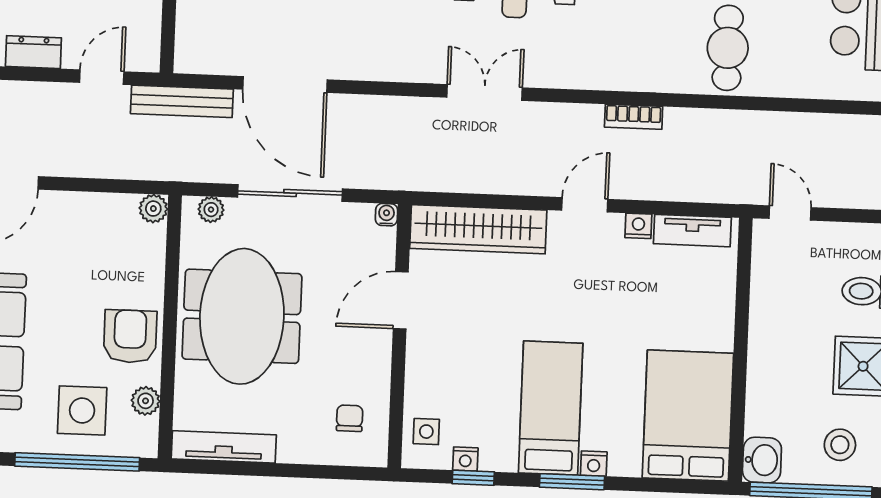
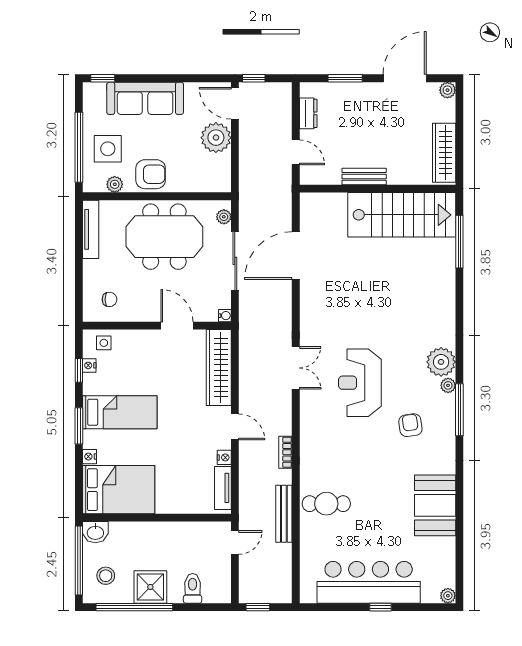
bench: (182, 101) -> (284, 514), moved
plant: (153, 209) -> (216, 138), moved, width x1.88, depth x1.88
nightstand: (594, 464) -> (90, 457), moved

